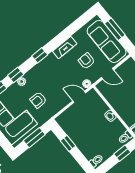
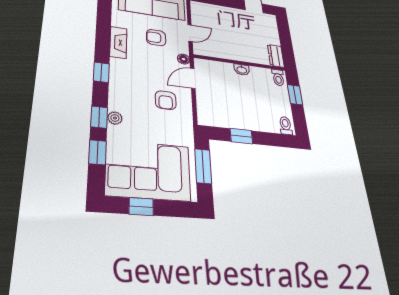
armchair: (38, 100) -> (166, 100), moved

